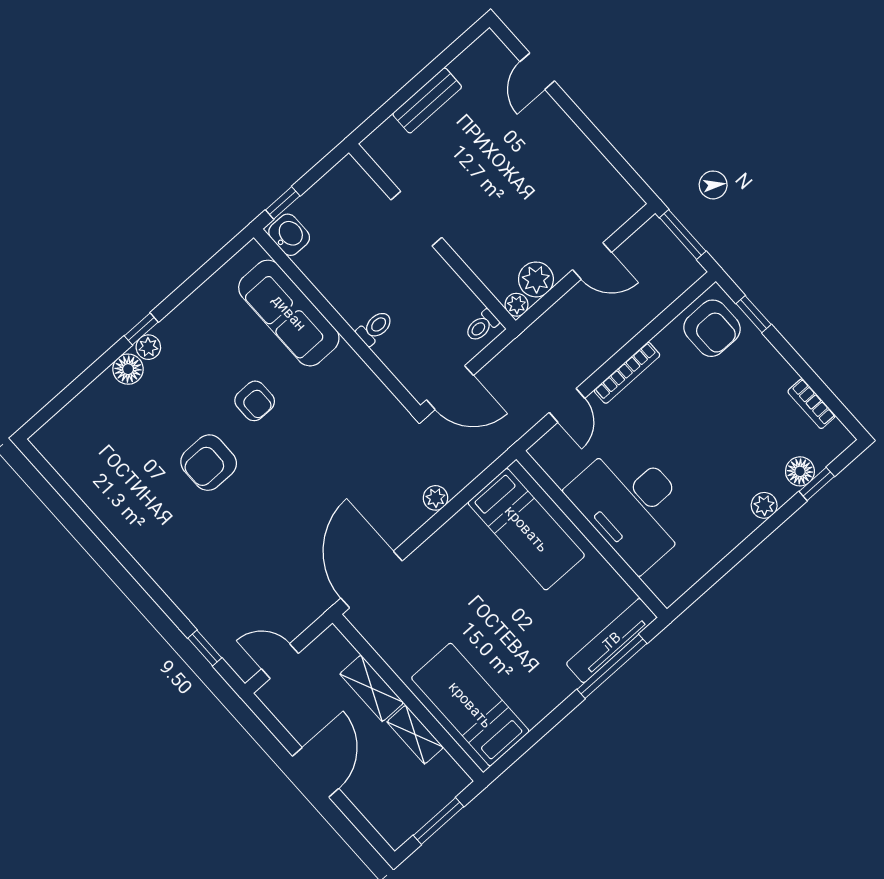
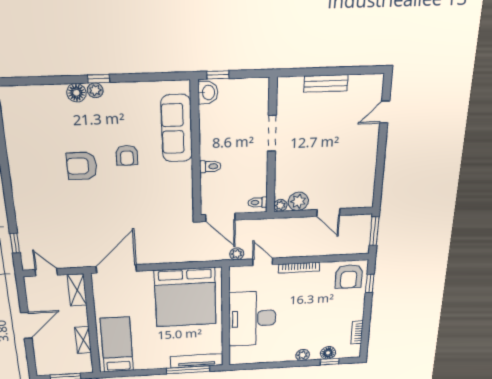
door: (567, 405) -> (263, 262), swing flipped
plant: (435, 498) -> (237, 254), moved
bed: (526, 529) -> (185, 297), width x2.04
shelving: (372, 688) -> (77, 290), moved

